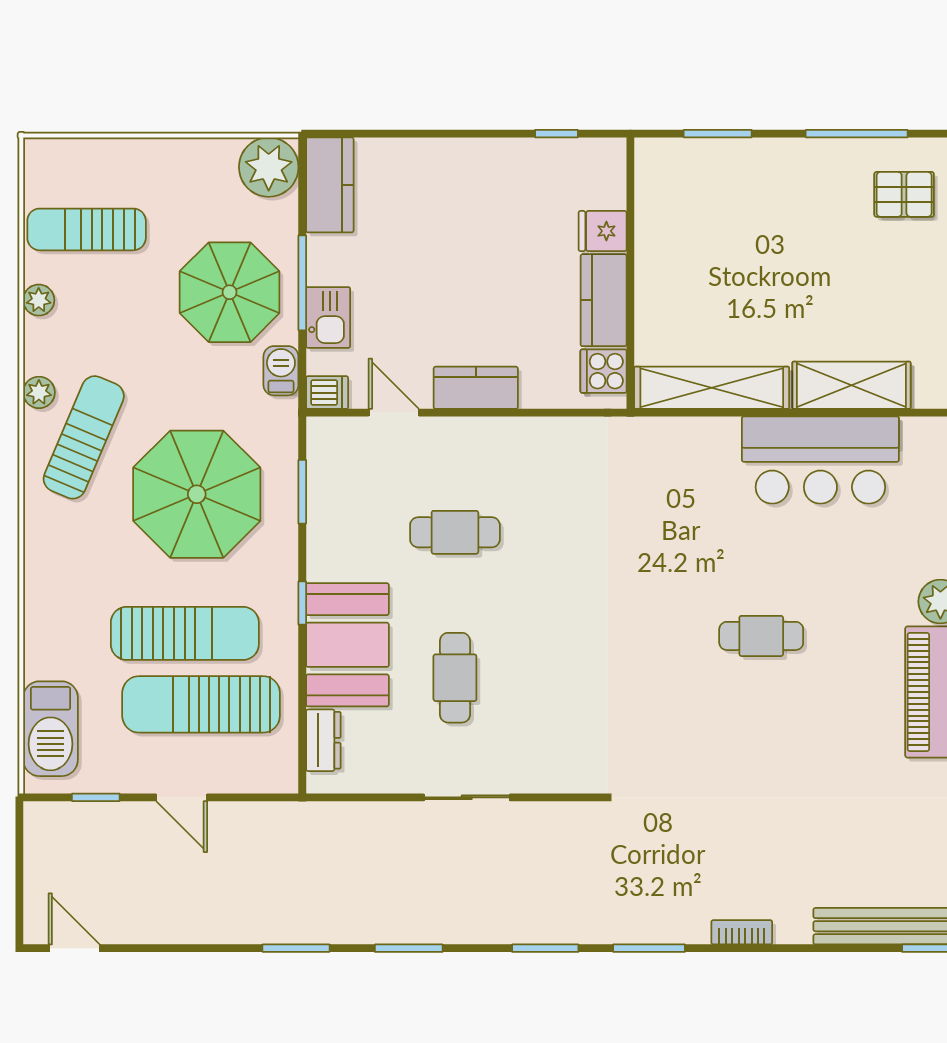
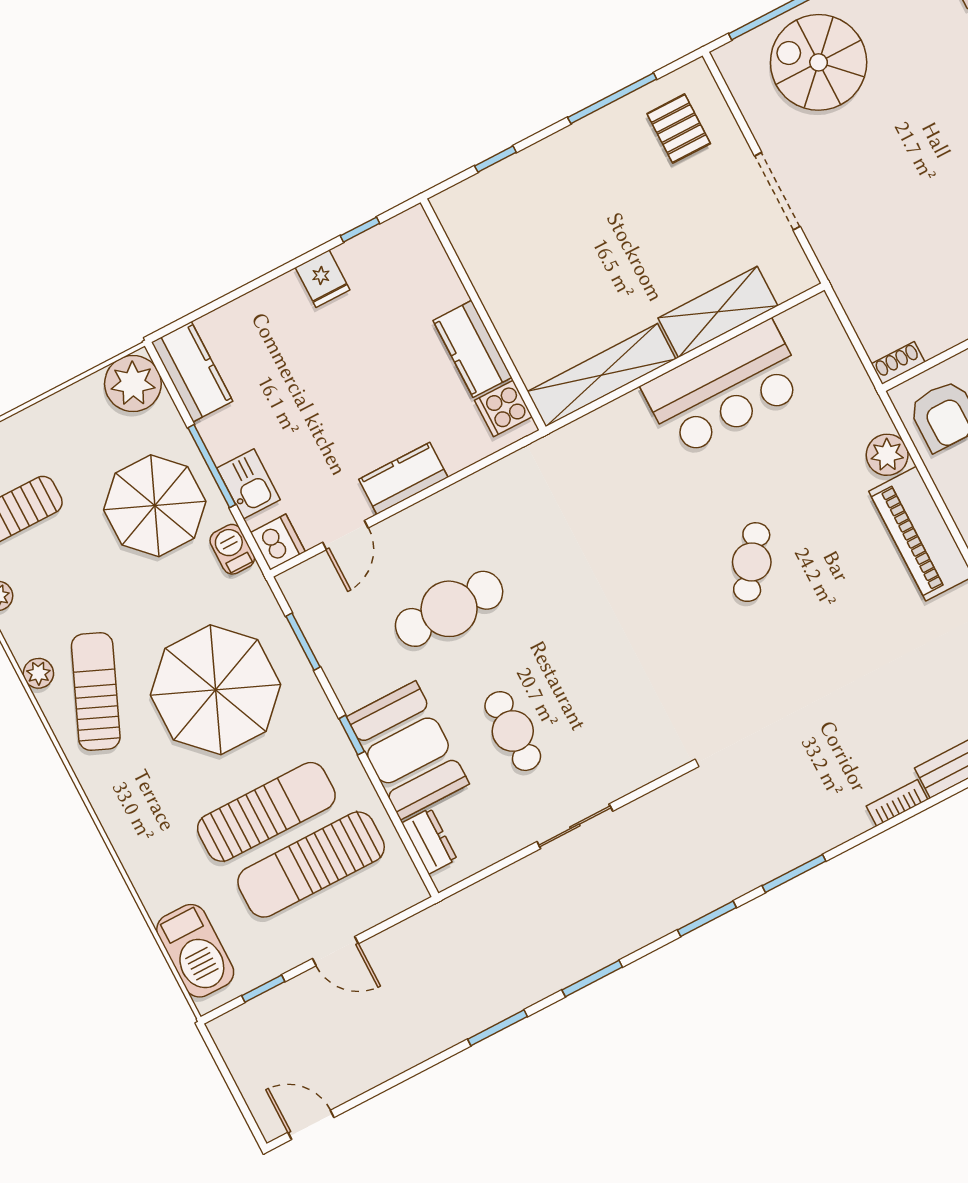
window: (718, 134) -> (495, 159), width x0.67
pallet: (904, 194) -> (679, 129), turned 90
fridge: (603, 231) -> (323, 279), moved, turned -90
dishwasher: (327, 393) -> (278, 542), width x1.38
door: (394, 413) -> (345, 535), swing flipped
cafe table: (455, 532) -> (449, 609), width x1.37, depth x1.35
cafe table: (761, 636) -> (752, 562), turned -53
bookcase: (742, 932) -> (897, 803), moved

